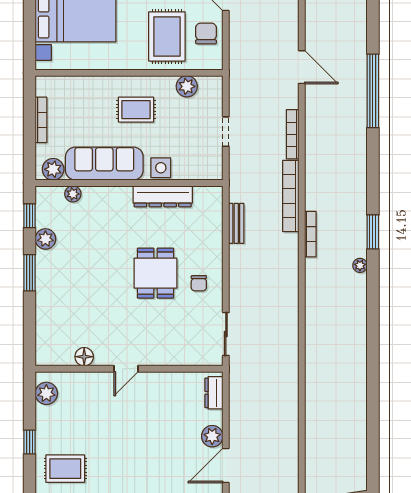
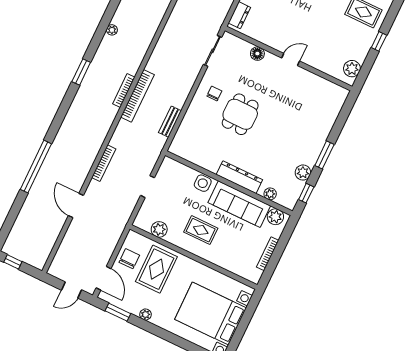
chair: (206, 33) -> (129, 259), turned 180
dresser: (163, 196) -> (239, 177), moved
bookcase: (291, 196) -> (137, 96), moved
plant: (360, 265) -> (112, 30), moved
floor lamp: (84, 357) -> (257, 54), moved

